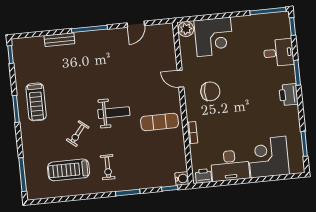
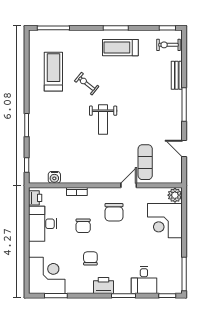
chair: (261, 111) -> (90, 258), added
exercise mat: (160, 122) -> (145, 162), moved
chair: (228, 122) -> (83, 226), added
corner desk: (268, 157) -> (47, 275), moved
exercise bike: (108, 167) -> (168, 45), moved
water cooler: (182, 179) -> (54, 177), moved

